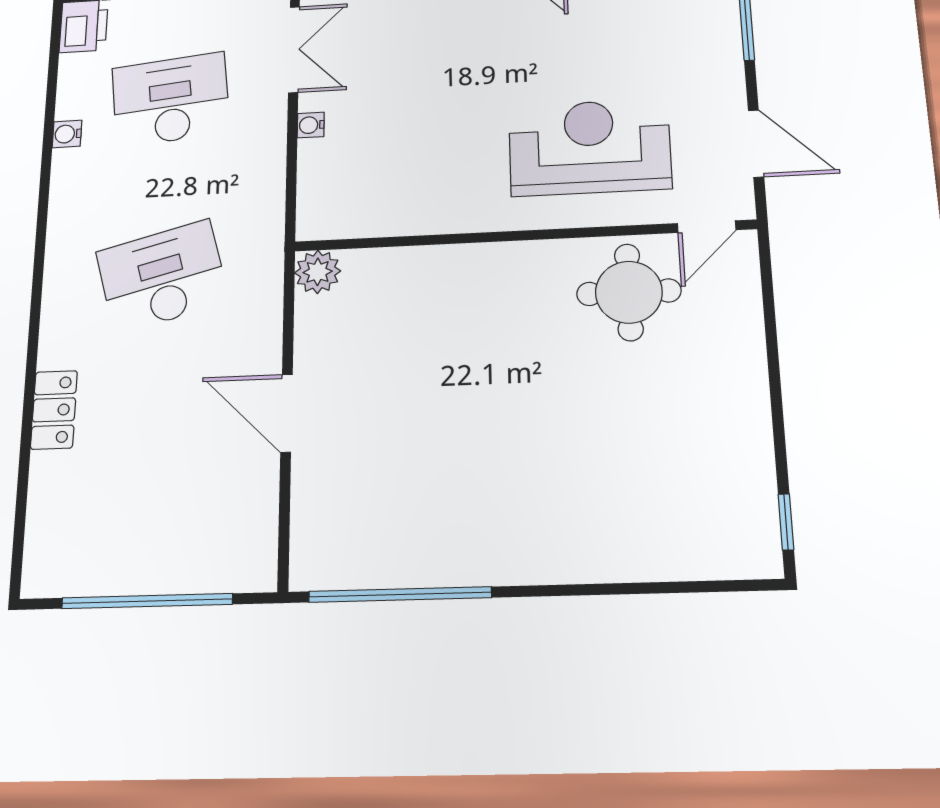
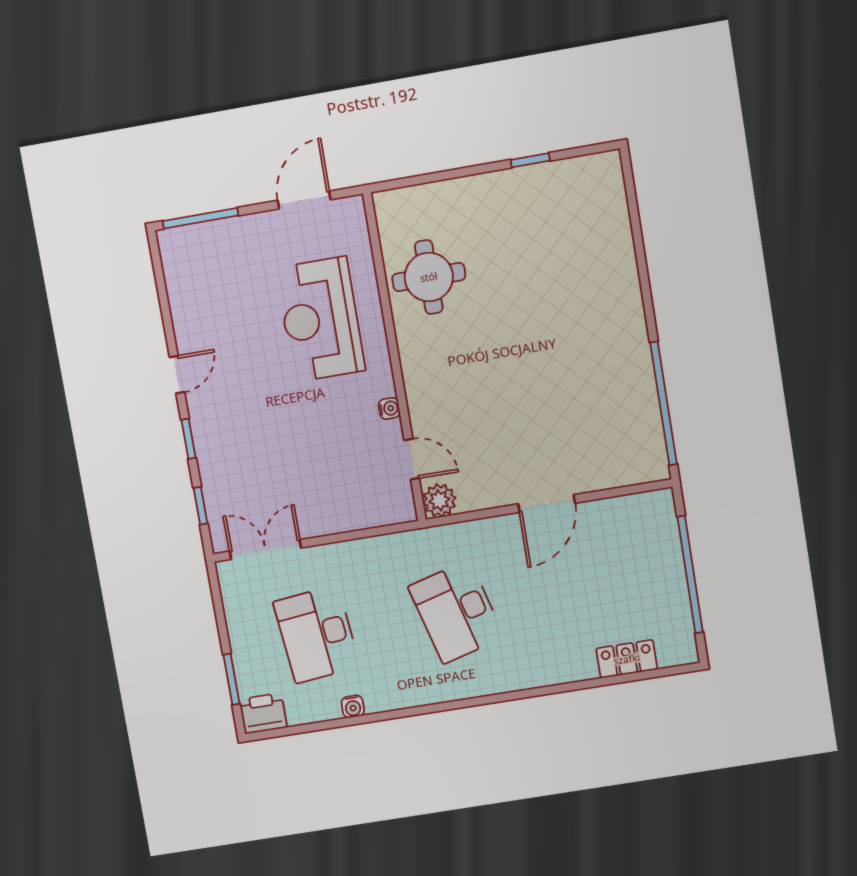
water cooler: (311, 125) -> (389, 408), moved, turned -90
door: (707, 227) -> (412, 459), moved
locker: (54, 410) -> (627, 659), moved
window: (786, 522) -> (530, 160), moved

